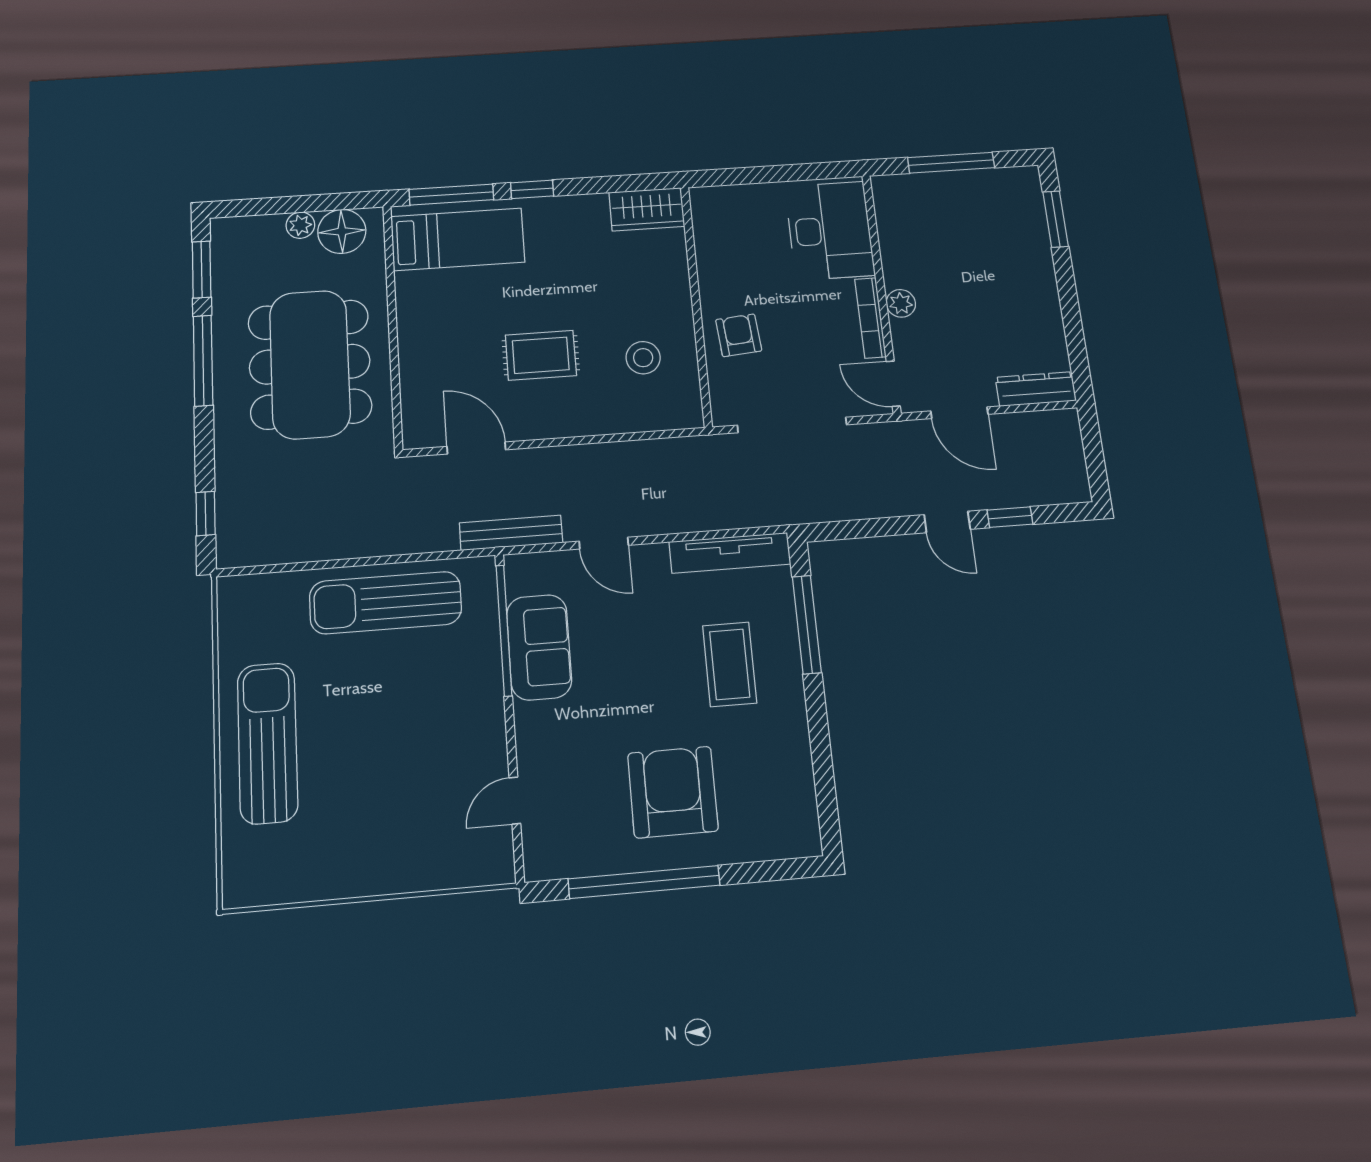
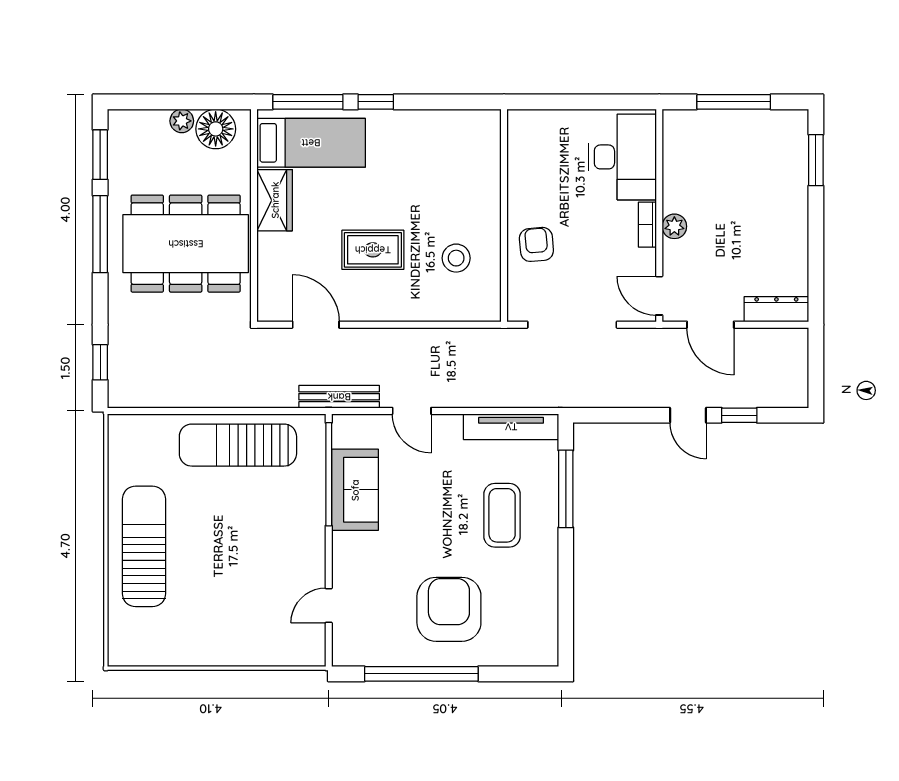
wardrobe: (647, 209) -> (275, 200), moved, turned -90
bookcase: (870, 318) -> (647, 225), width x0.64
dining table: (310, 364) -> (186, 244), turned 90

